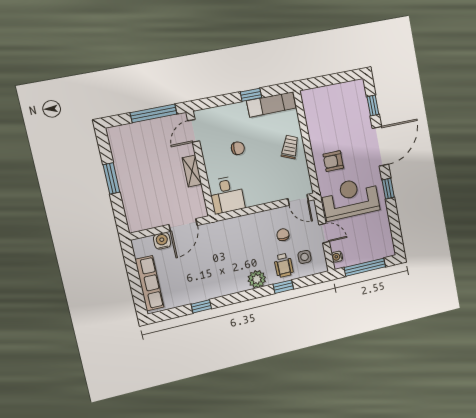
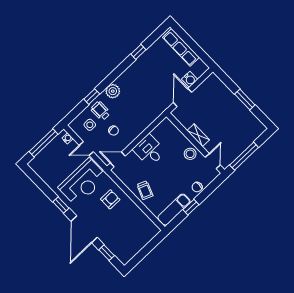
chair: (238, 148) -> (197, 187), moved
stool: (214, 156) -> (190, 154), added
desk: (227, 195) -> (149, 150), moved

